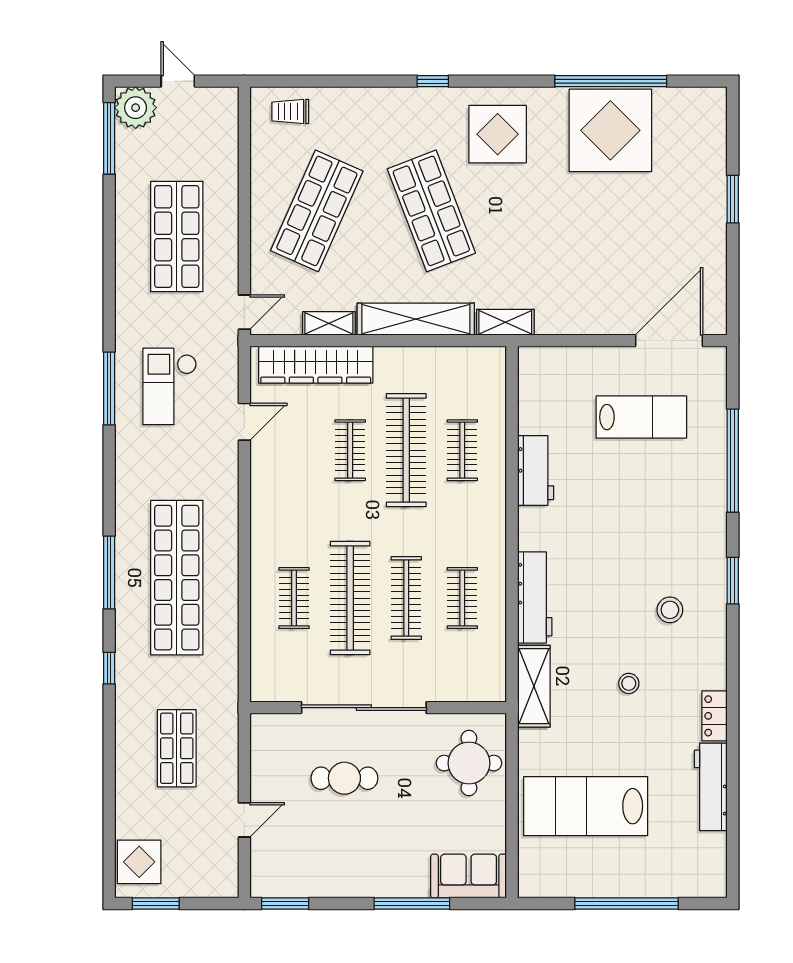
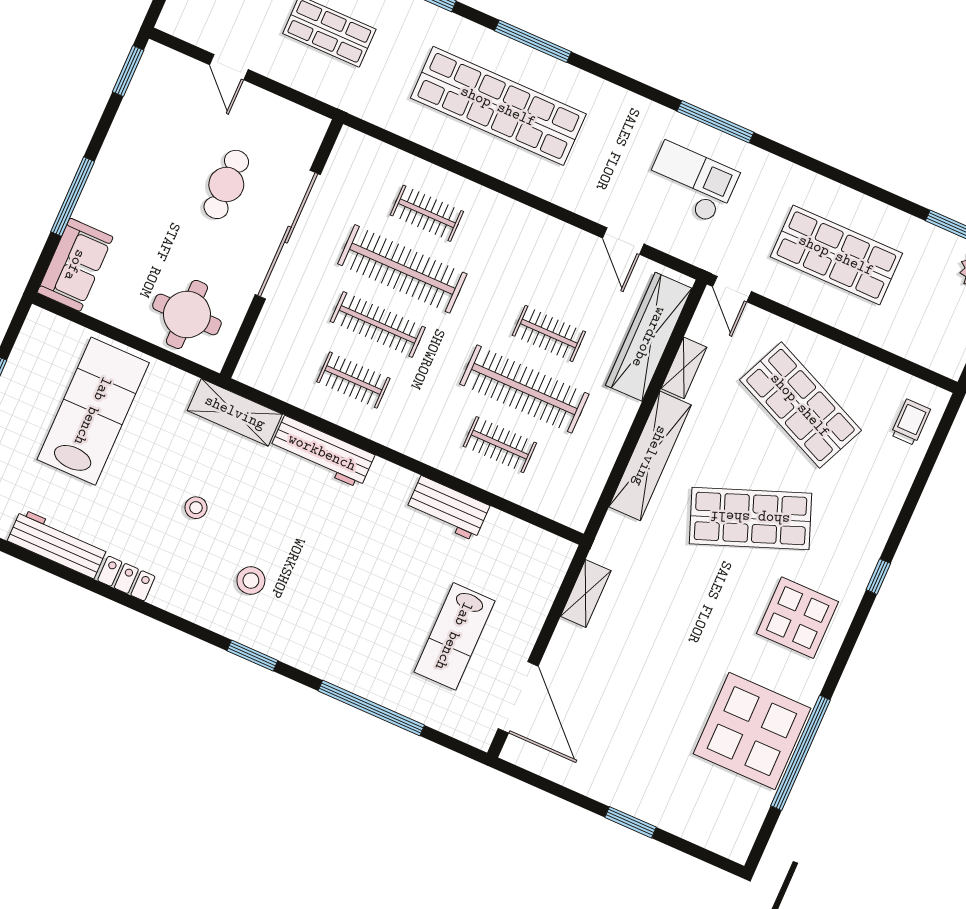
shelving: (505, 322) -> (586, 594), moved

